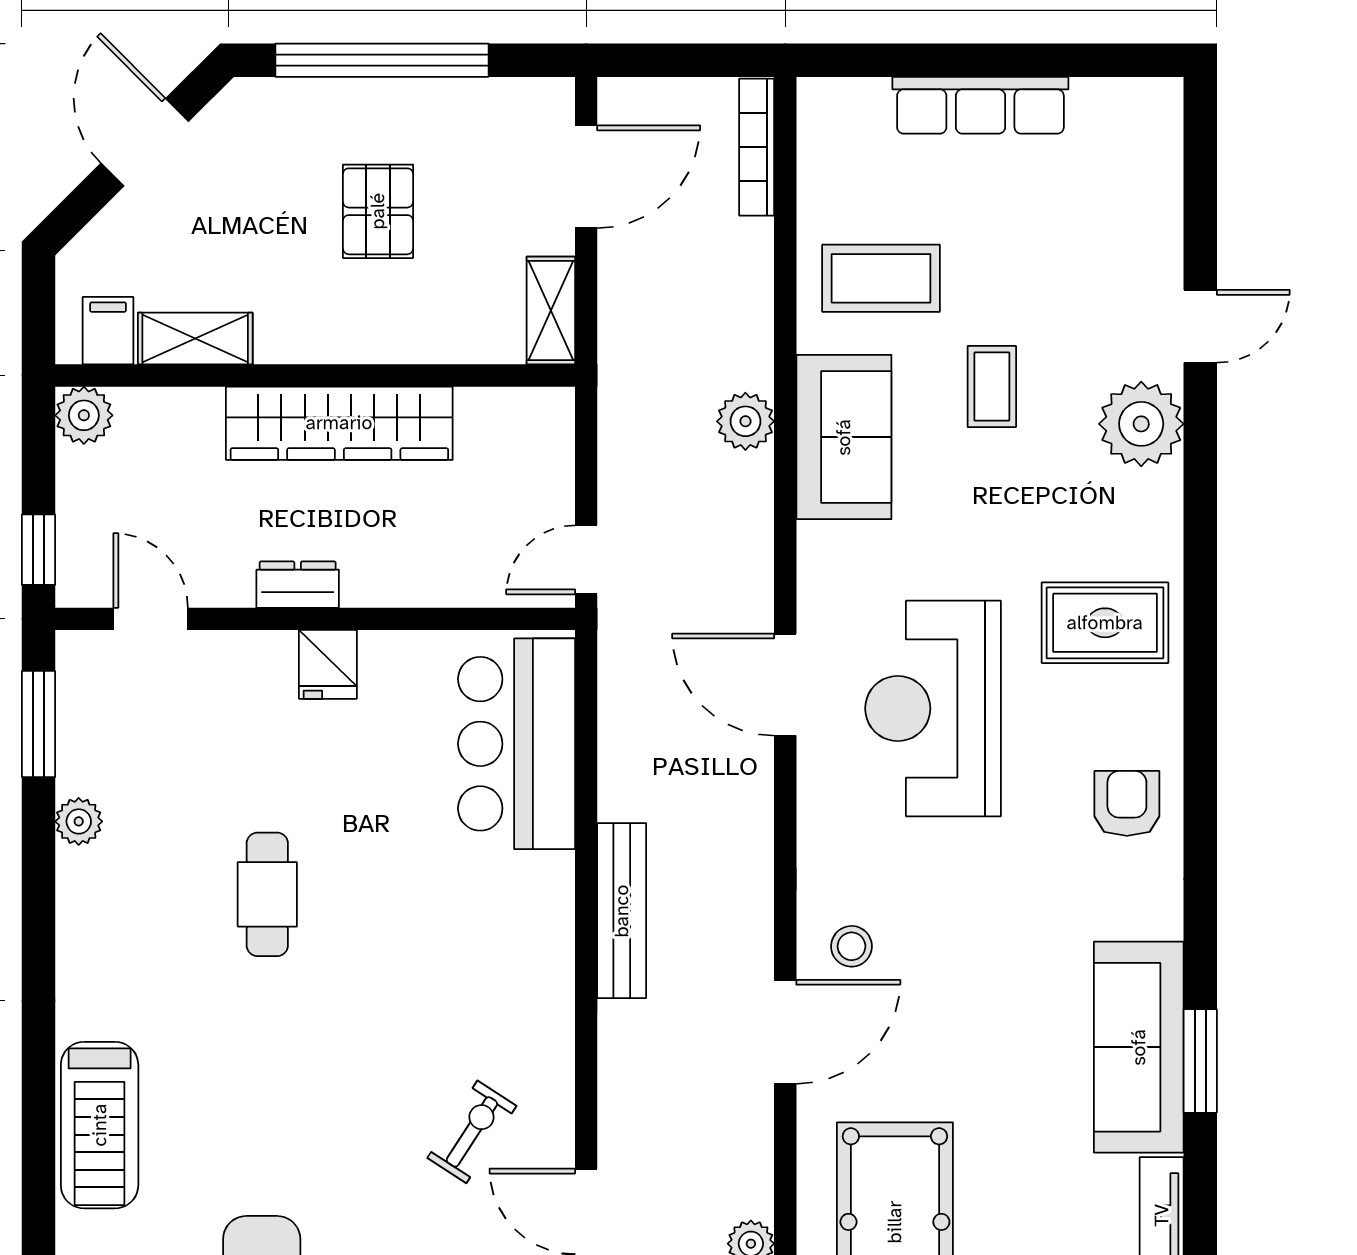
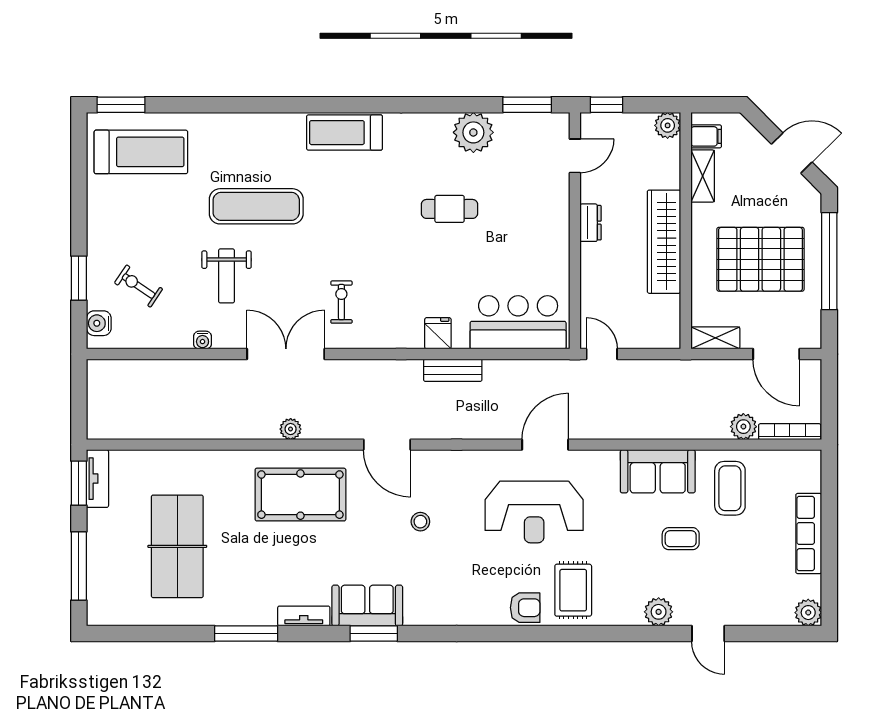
plant: (1154, 106) -> (808, 613), added
pallet: (378, 211) -> (760, 259), width x2.05, depth x2.00
plant: (745, 421) -> (743, 427), moved
plant: (1141, 424) -> (659, 612), width x0.73, depth x0.73
fridge: (328, 664) -> (438, 333), moved, turned 90
reception desk: (933, 708) -> (534, 512), turned 180
armchair: (1127, 803) -> (525, 608), moved
plant: (79, 821) -> (473, 132), width x1.88, depth x1.88
bench: (622, 911) -> (453, 370), width x0.73
stool: (851, 946) -> (420, 522), moved
sofa: (1139, 1047) -> (367, 606), width x0.73
exercise bike: (472, 1132) -> (341, 302), turned -123

